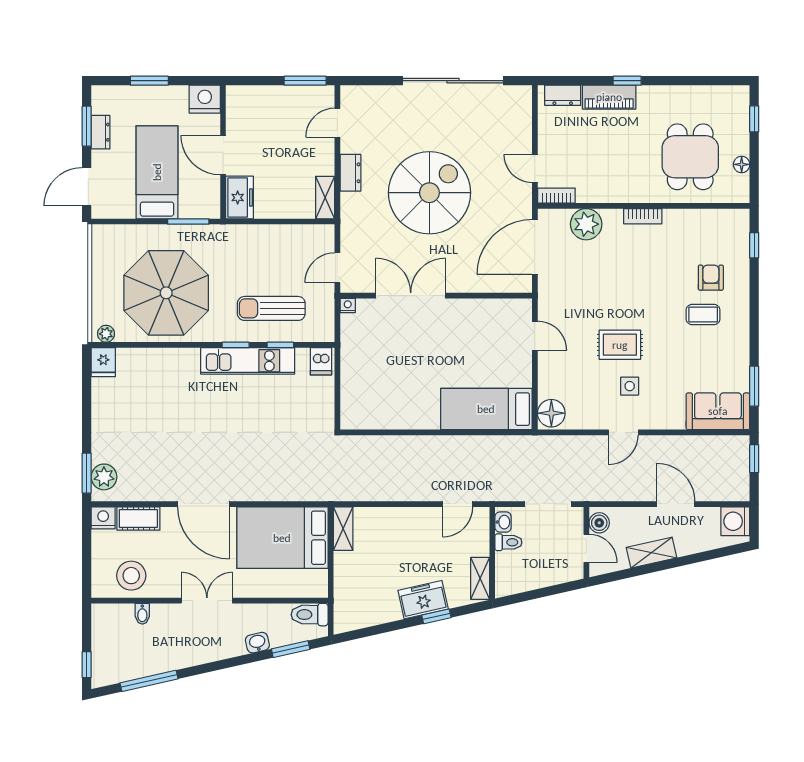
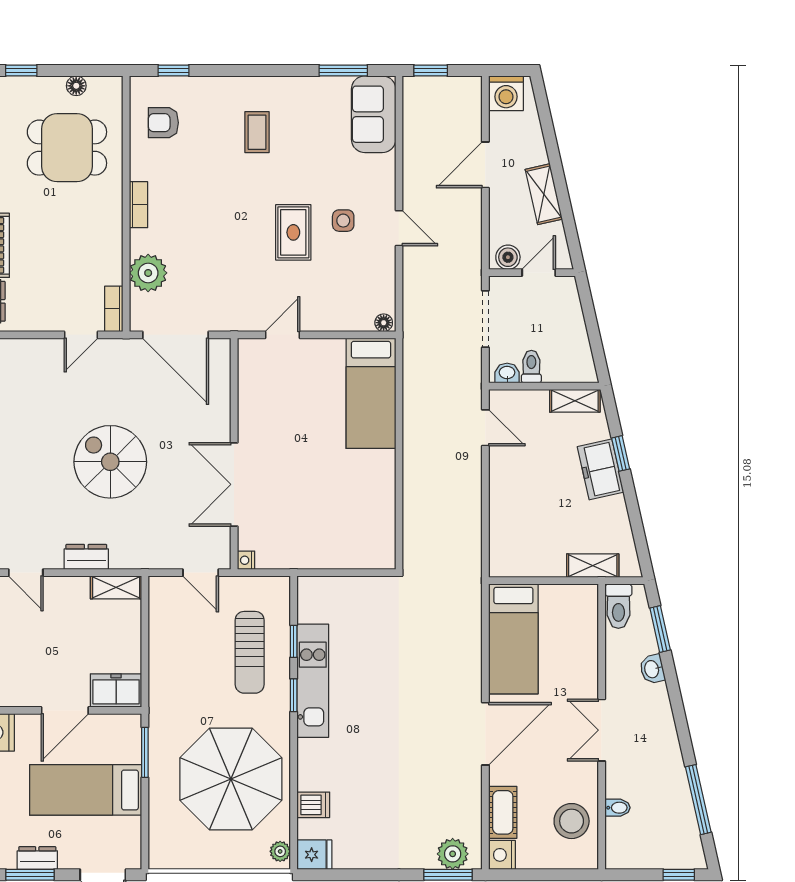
spiral stairs: (429, 193) -> (110, 462), width x0.73, depth x0.73
armchair: (711, 278) -> (163, 123), moved
dishwasher: (321, 361) -> (313, 805), moved
floor lamp: (551, 413) -> (384, 323), width x0.53, depth x0.53
shelving: (343, 529) -> (593, 566), moved
bed: (282, 538) -> (513, 639), width x0.67

